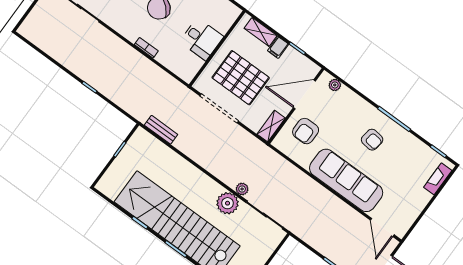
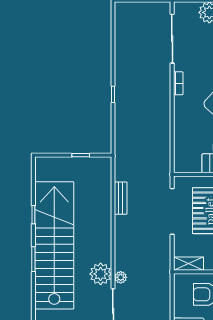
bookcase: (146, 48) -> (178, 83), moved
bench: (161, 130) -> (121, 198), moved

